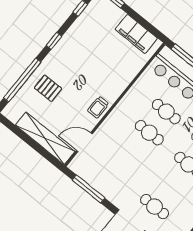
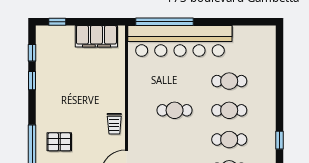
window: (54, 41) -> (32, 81), moved
cafe table: (166, 112) -> (229, 140), moved

